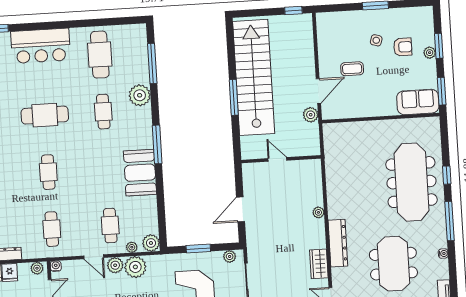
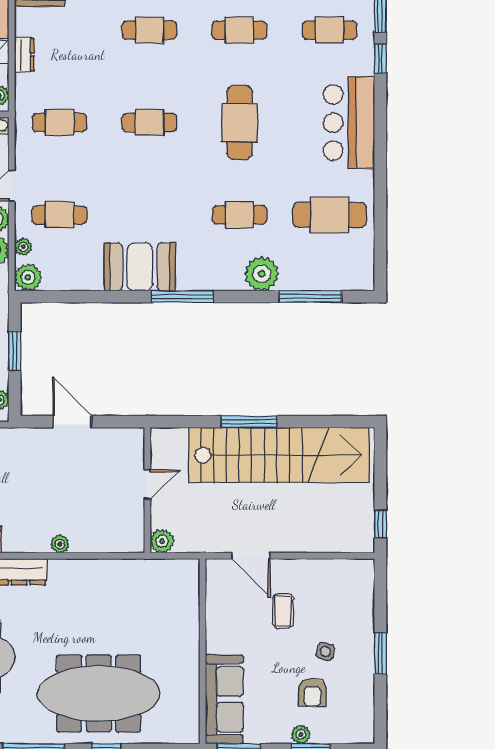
sofa: (418, 102) -> (224, 699), width x1.36
plant: (311, 115) -> (162, 541), moved

